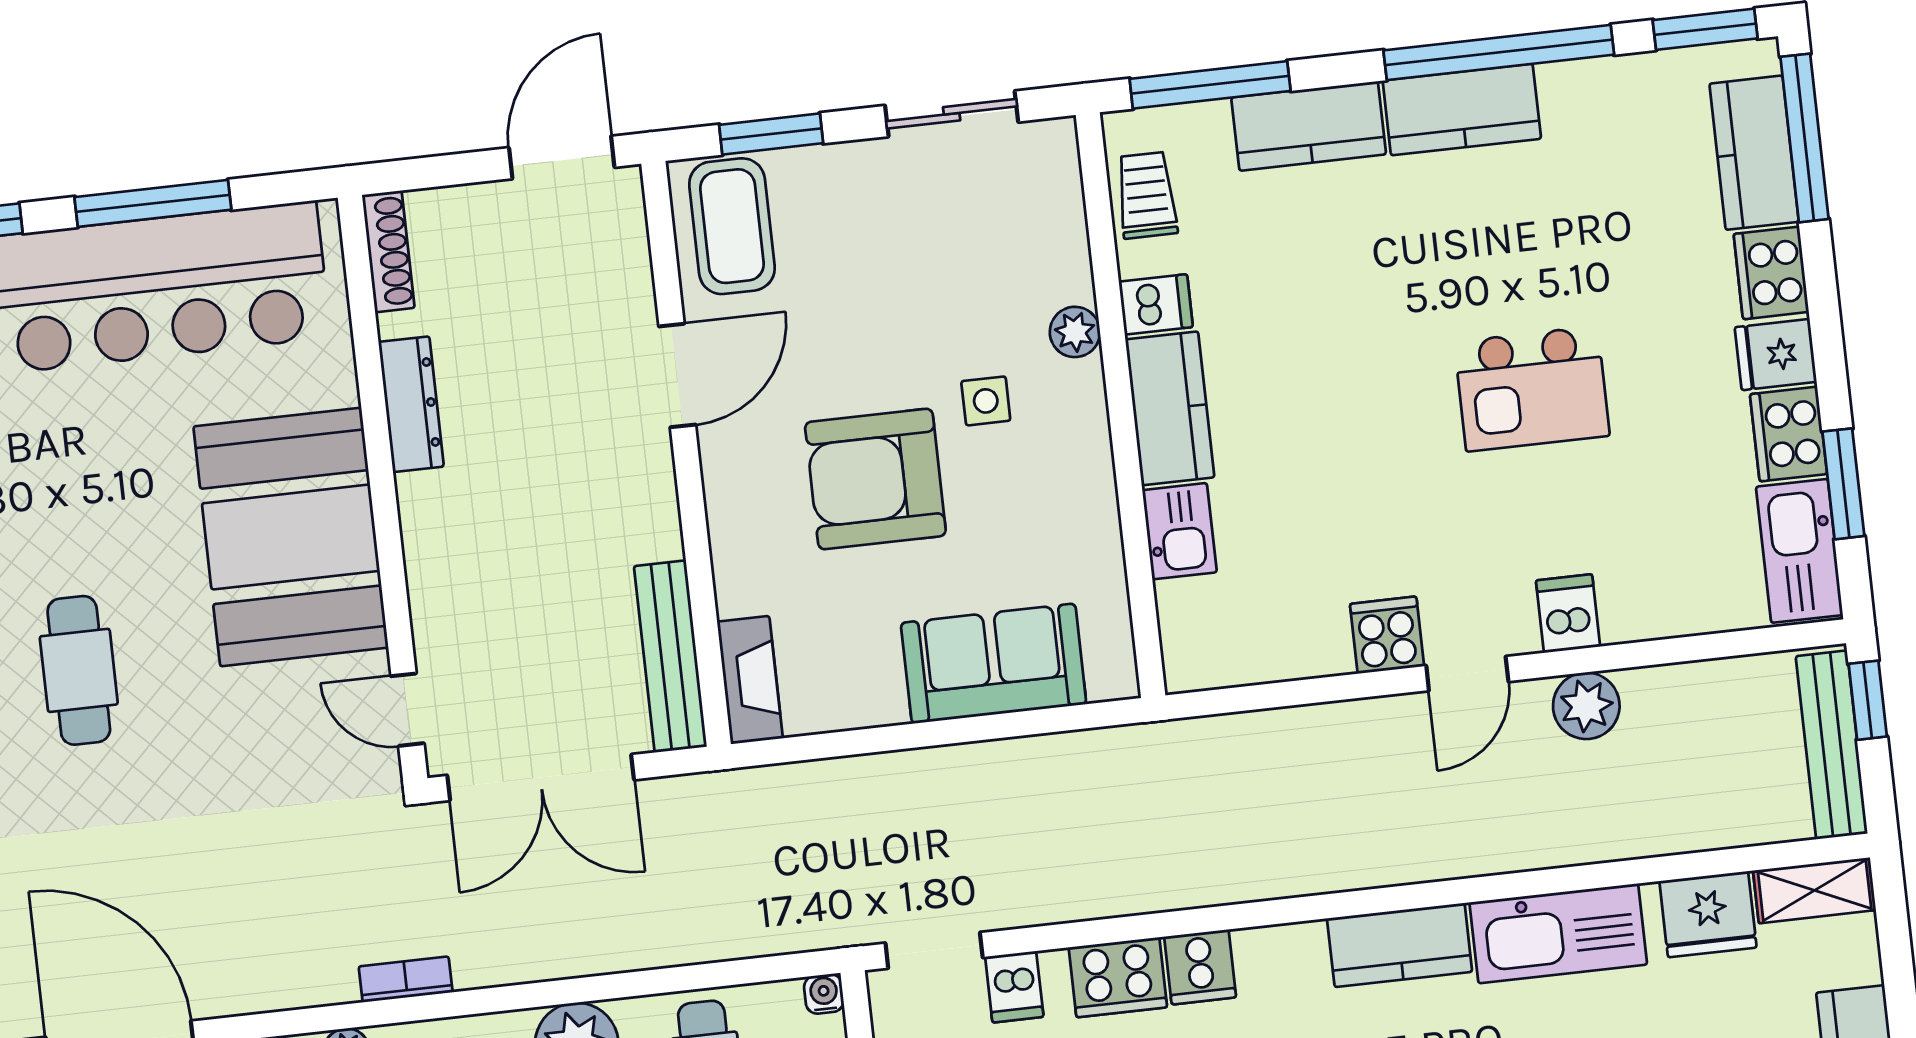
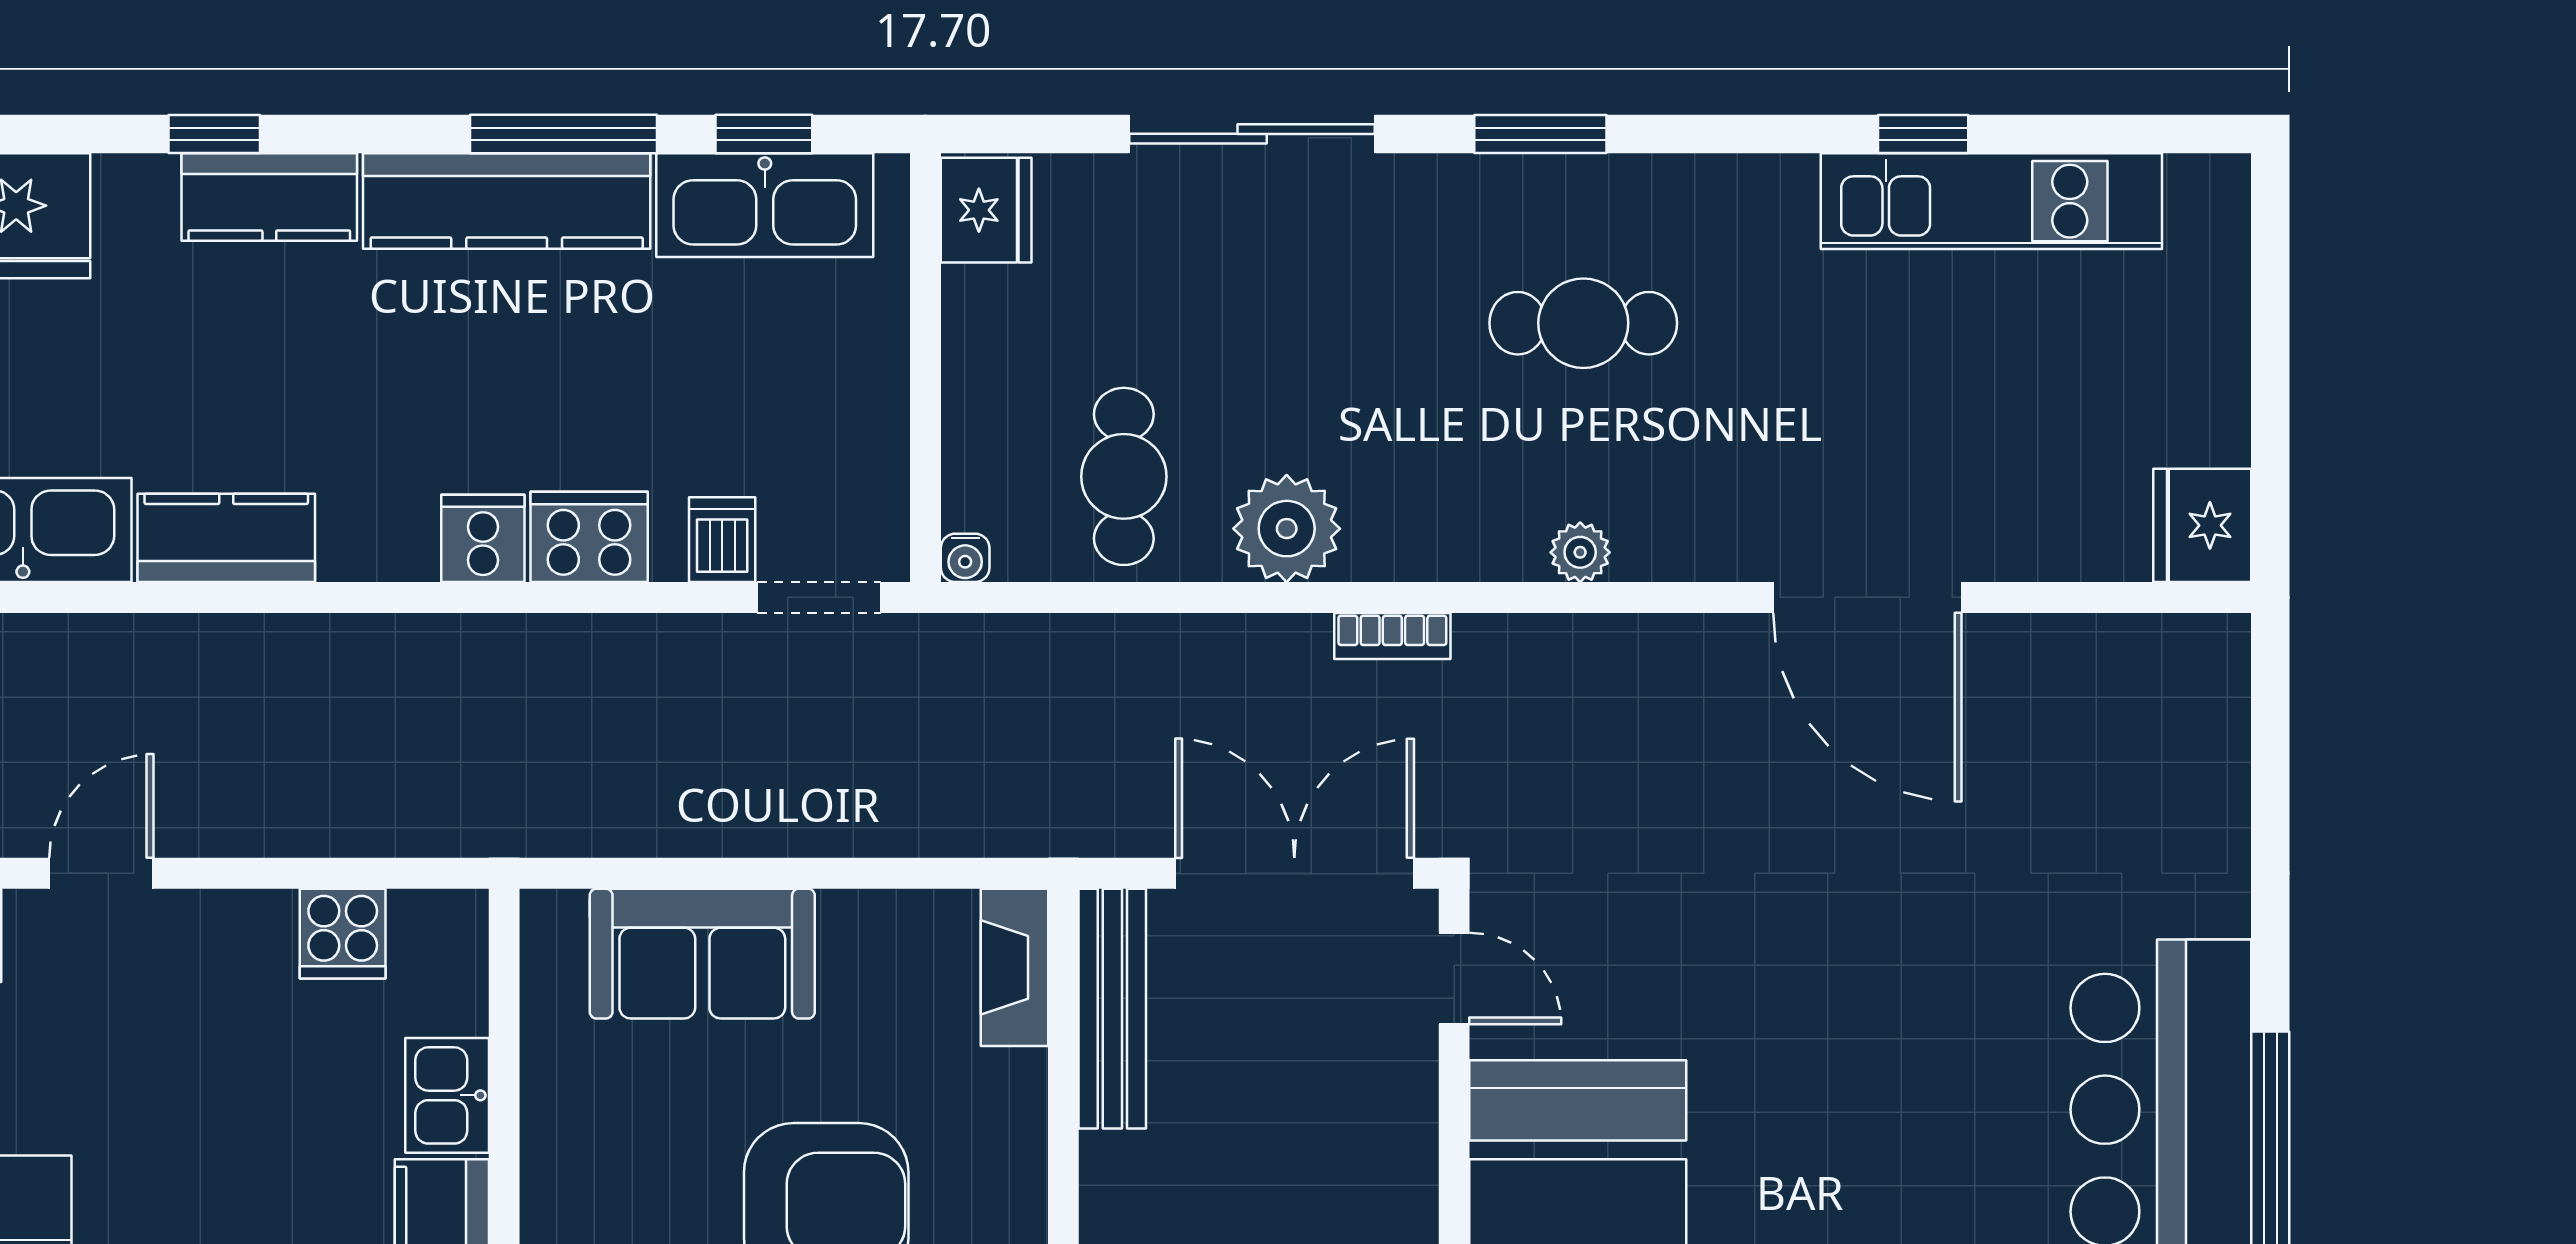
cooker: (1387, 635) -> (343, 934), moved
cafe table: (79, 670) -> (1866, 1075), removed
bookcase: (406, 979) -> (1392, 636), moved

